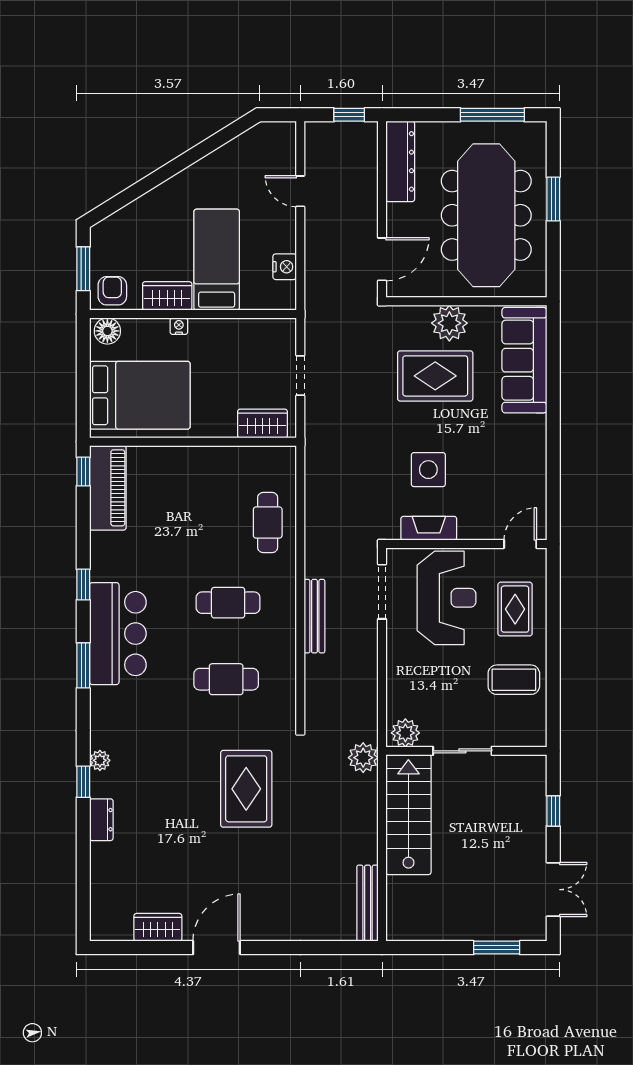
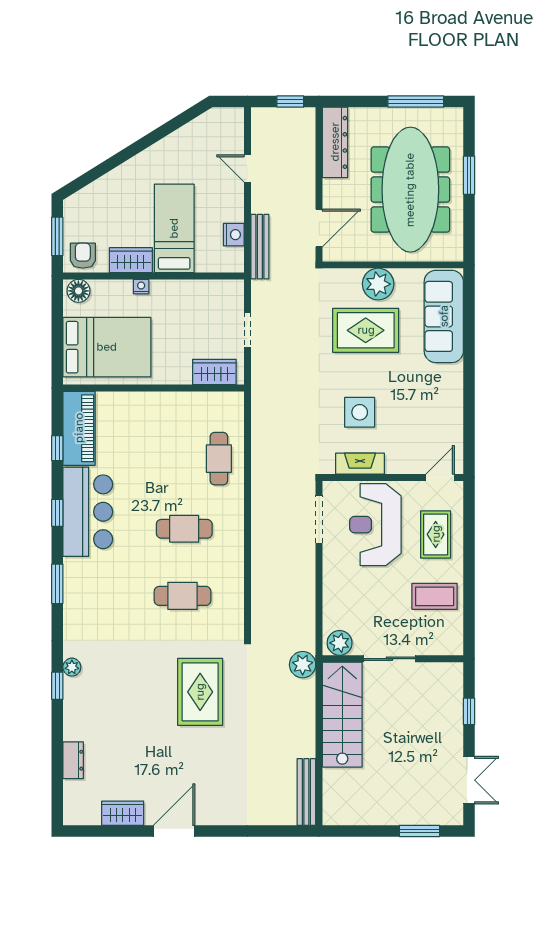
window: (83, 472) -> (57, 448), moved
reception desk: (446, 598) -> (375, 525), turned 180
bench: (314, 616) -> (260, 247), moved
bar counter: (118, 634) -> (88, 512), moved
dresser: (101, 820) -> (73, 760), moved

